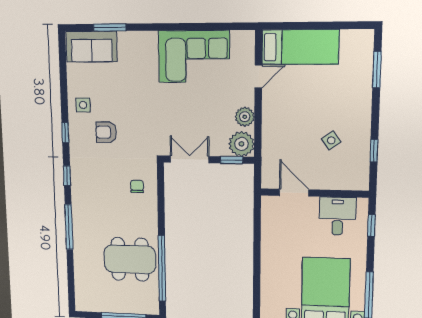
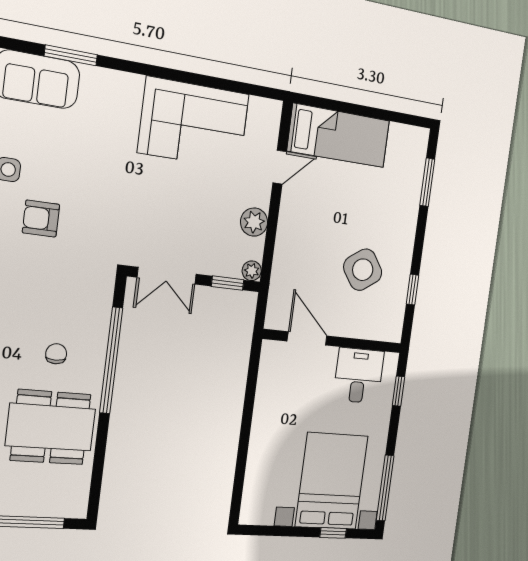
side table: (331, 140) -> (363, 270), width x1.87, depth x1.87
plant: (241, 144) -> (252, 271), width x0.53, depth x0.53
double door: (190, 159) -> (167, 276), swing flipped
chair: (137, 186) -> (56, 354), moved
window: (162, 268) -> (111, 360), moved

